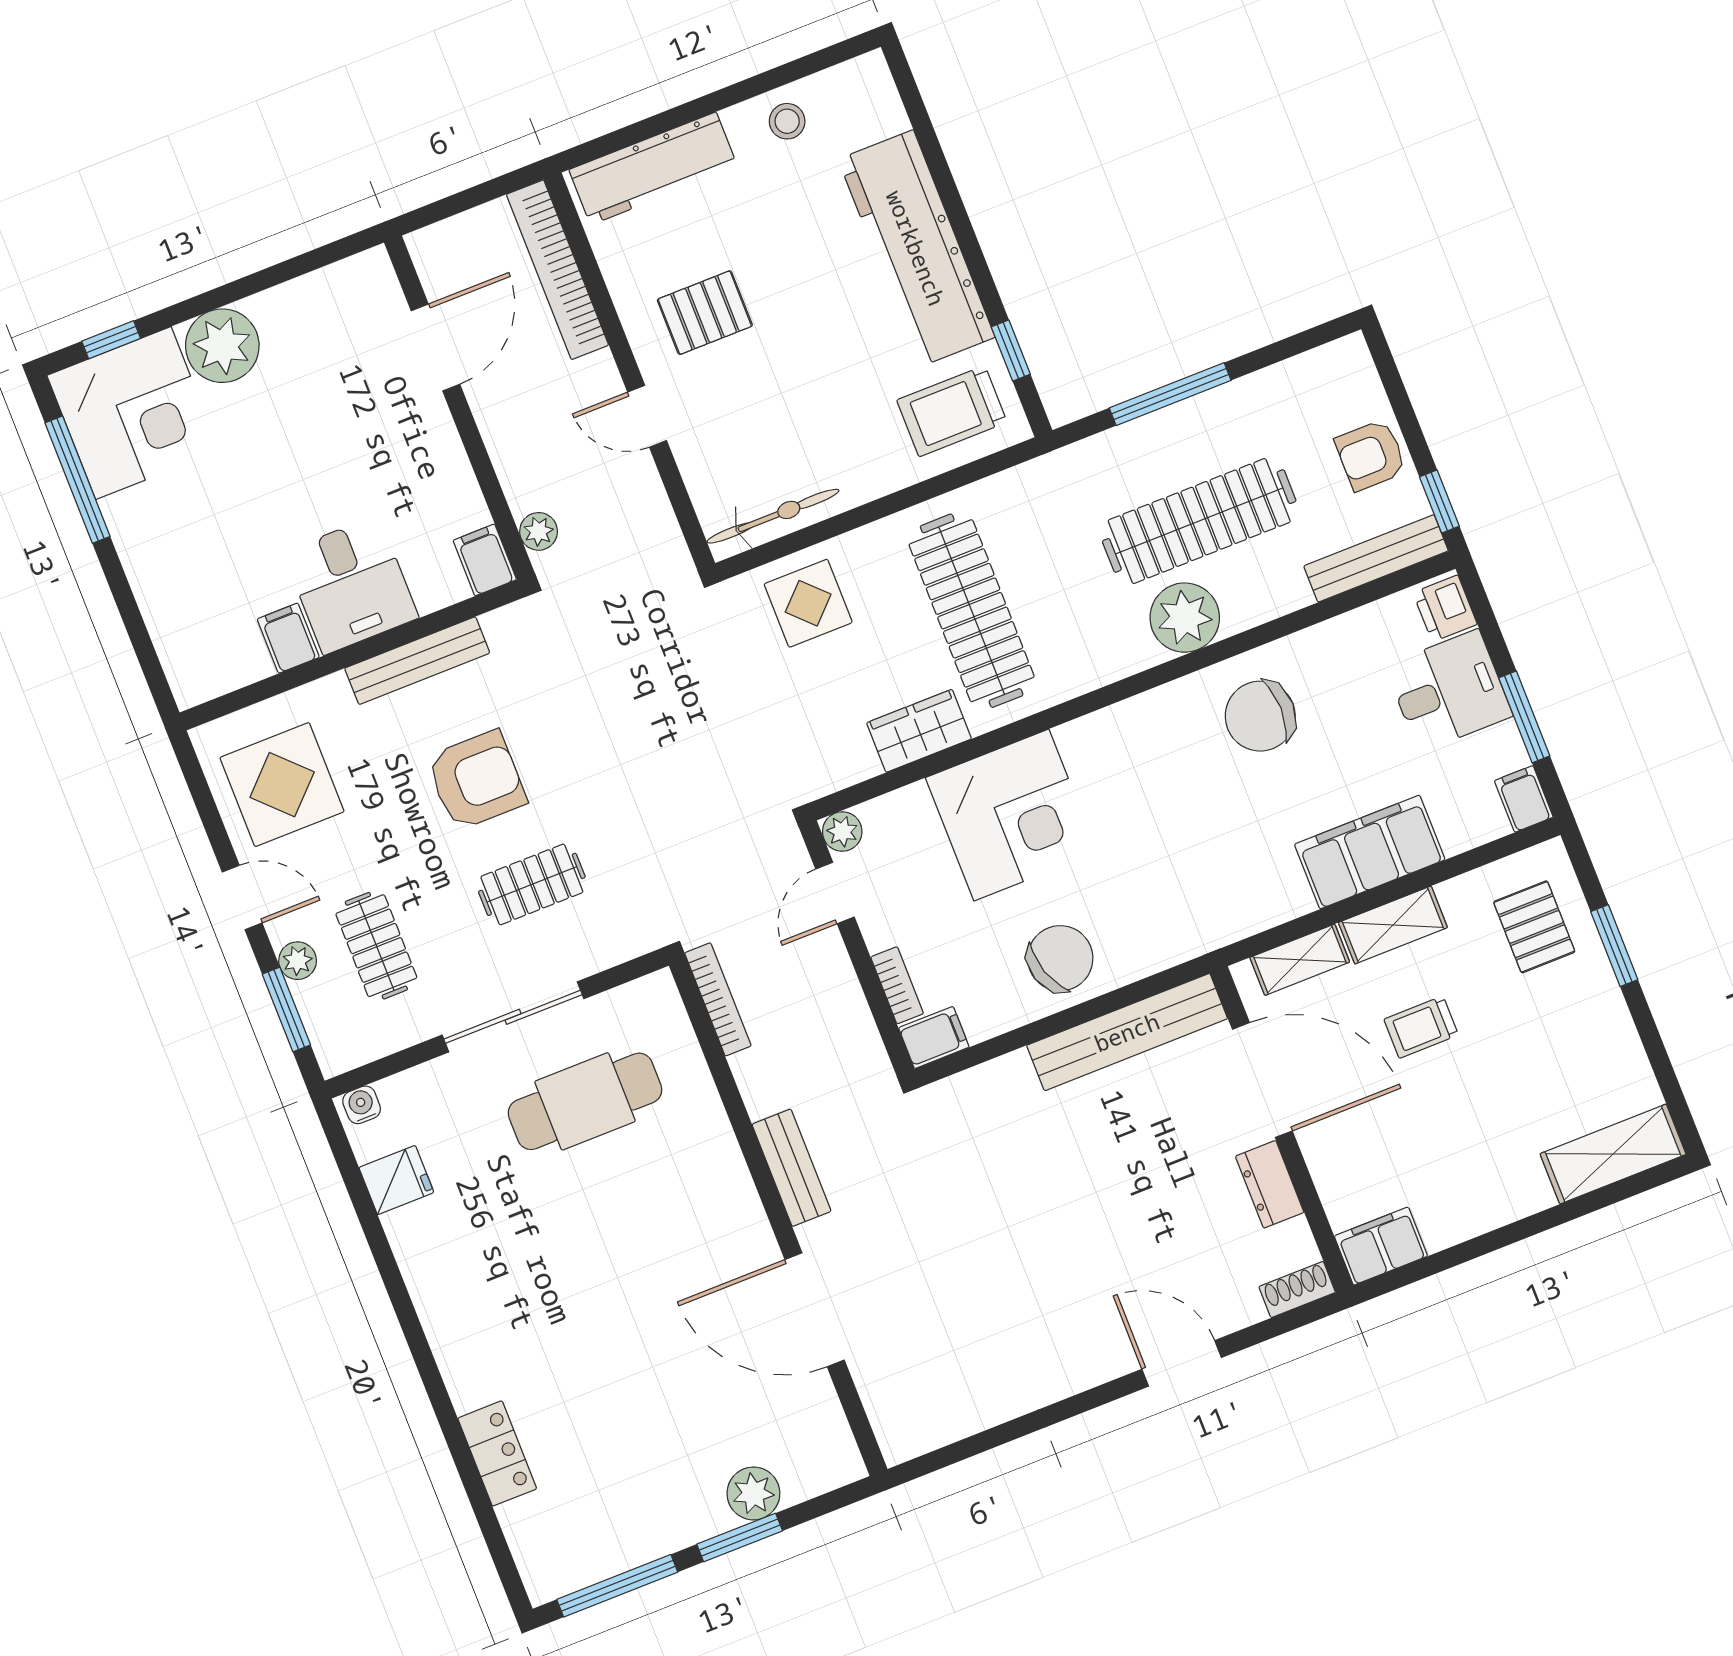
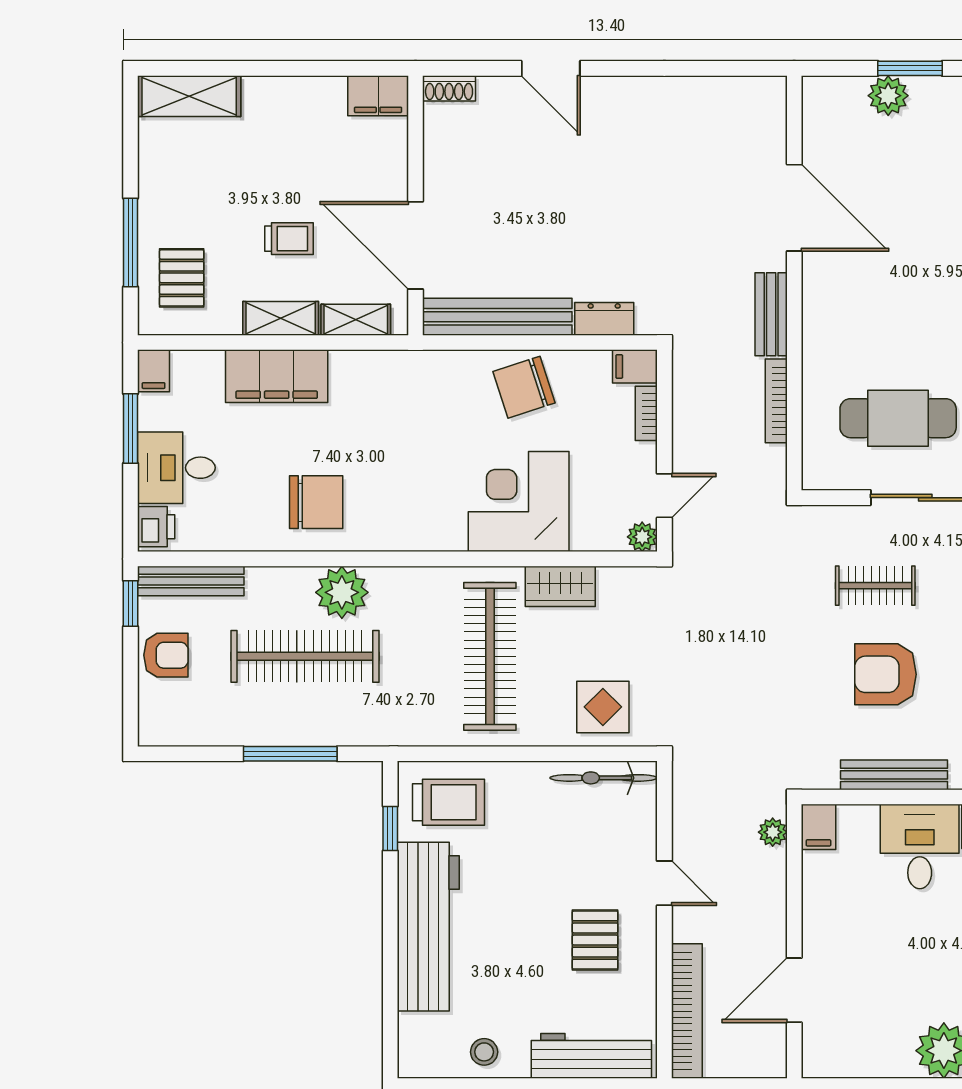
pallet: (705, 313) -> (595, 940), turned 90
window: (1614, 946) -> (131, 242), width x1.44
bookcase: (718, 999) -> (776, 401), moved
dresser: (1270, 1184) -> (604, 319), moved, turned -90

